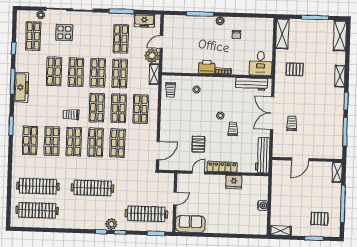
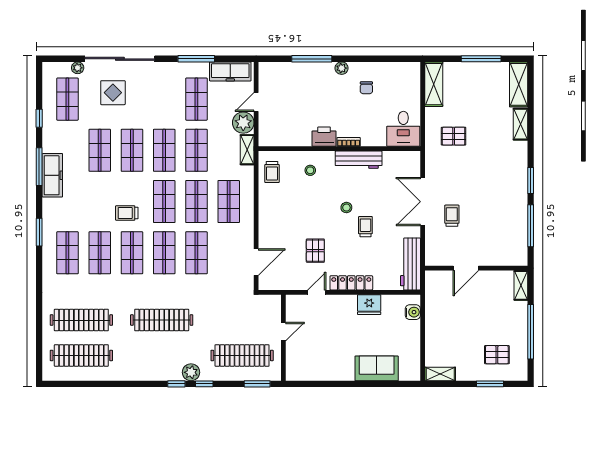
freezer: (144, 21) -> (230, 71), width x1.40
shelving: (340, 76) -> (520, 124), moved
workbench: (252, 84) -> (359, 160), moved
water cooler: (263, 206) -> (413, 312), moved
sofa: (190, 224) -> (377, 368), moved

